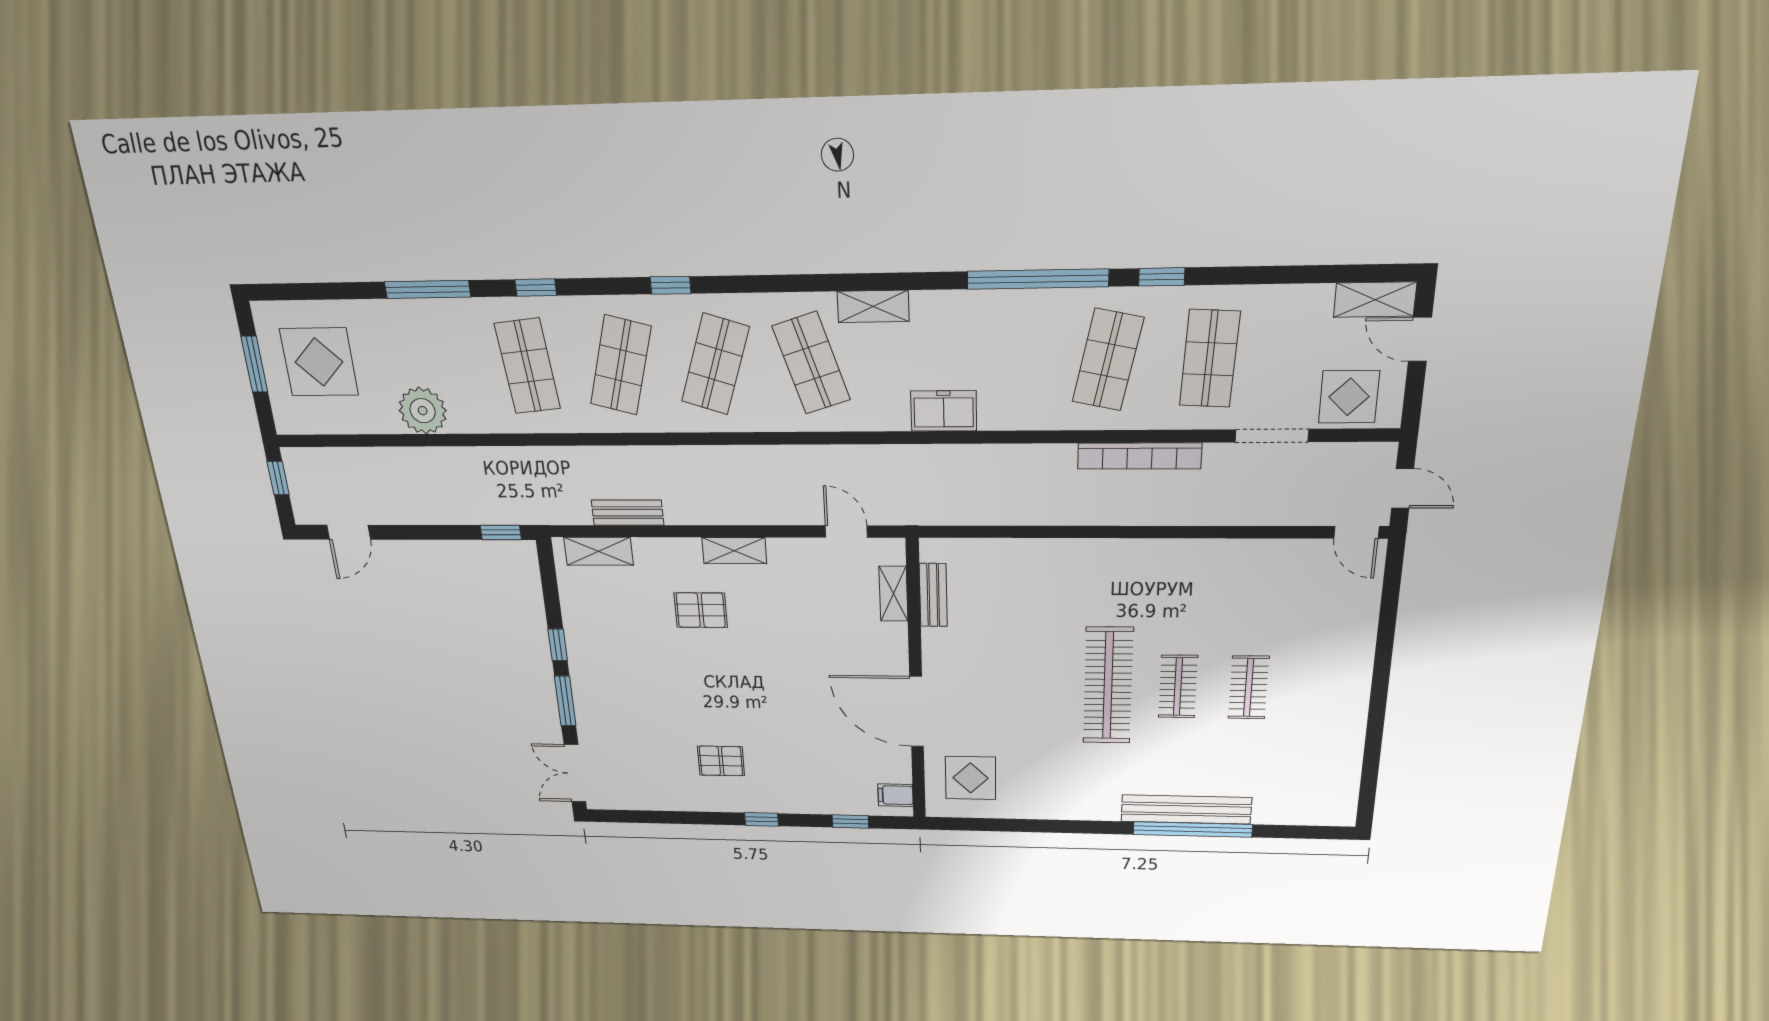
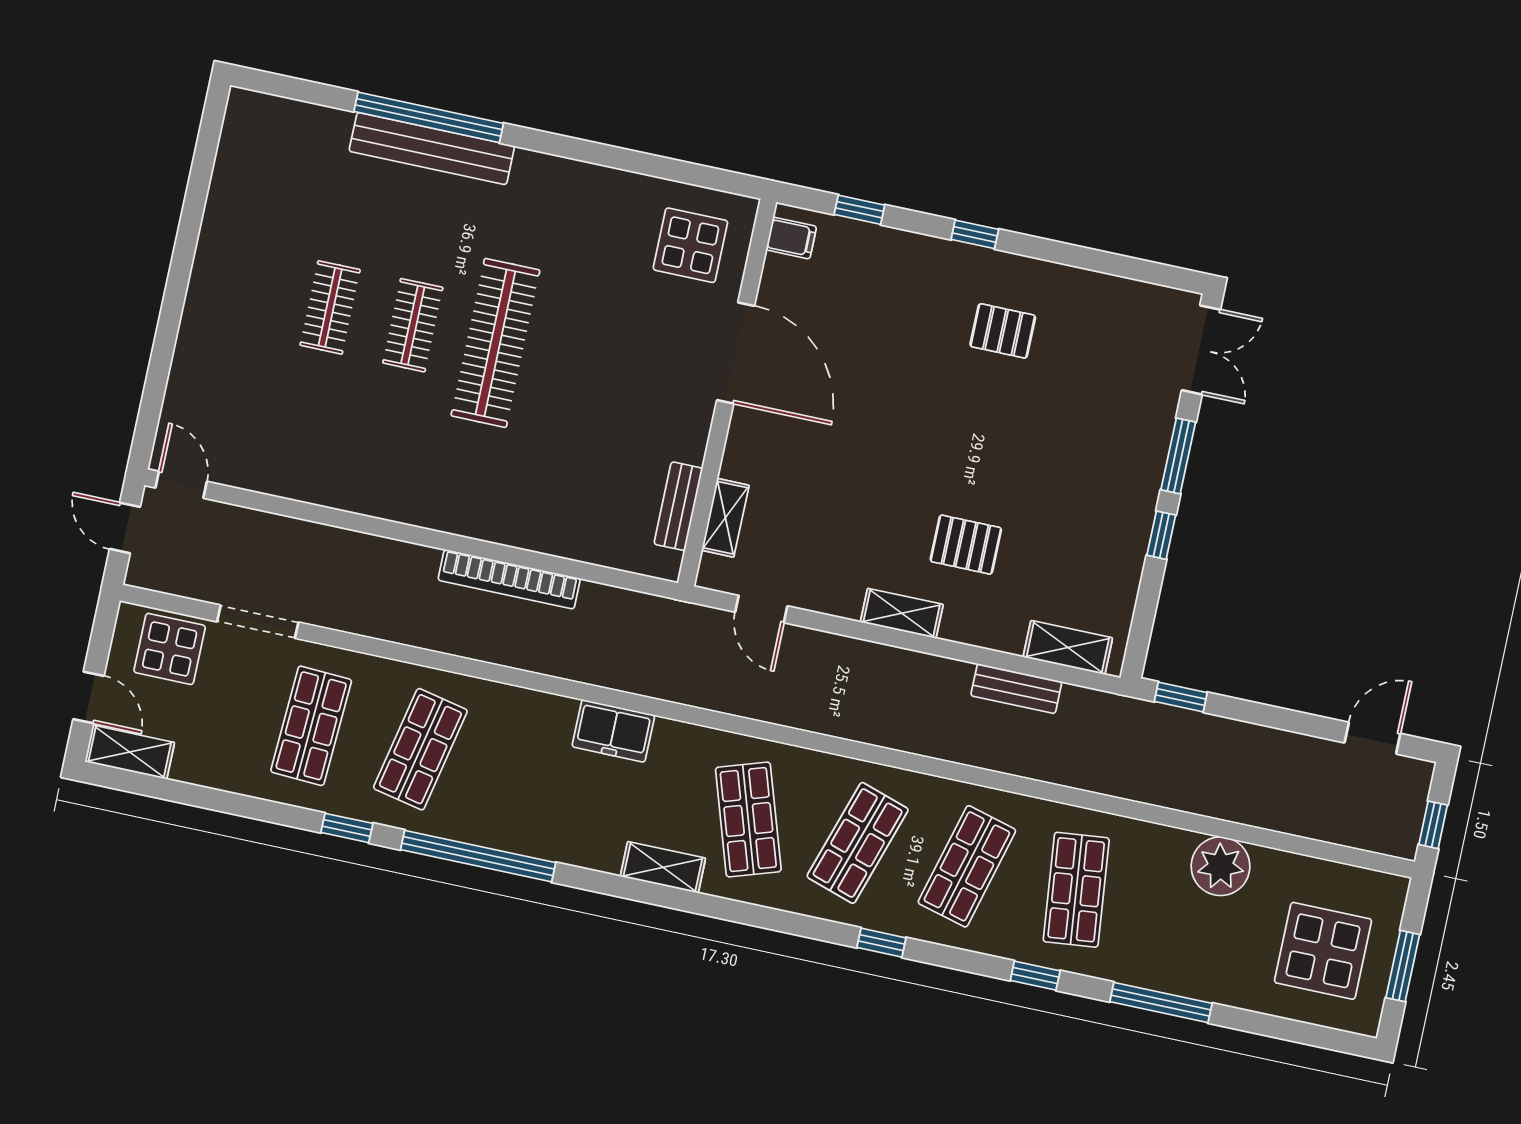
bookcase: (1139, 456) -> (509, 579), moved, turned 180

